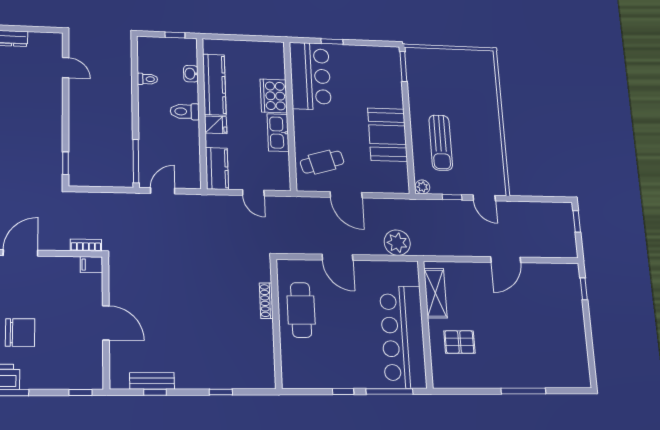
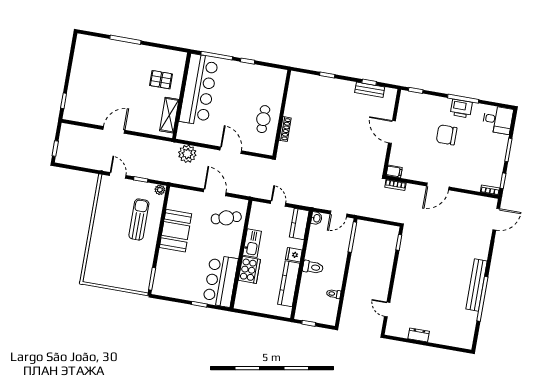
washbasin: (191, 74) -> (316, 218), moved
cafe table: (301, 310) -> (263, 119), width x0.73, depth x0.74

